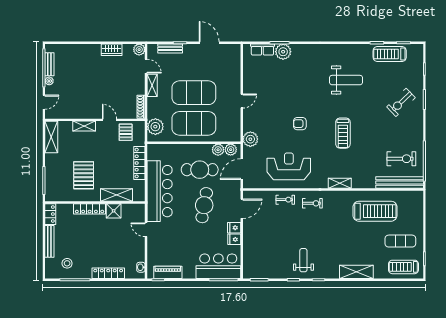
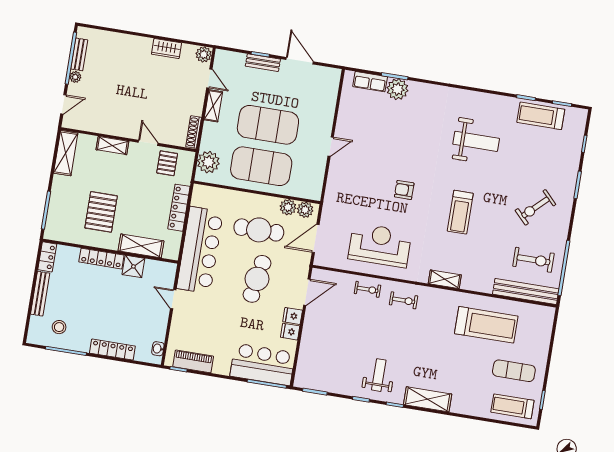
bench: (170, 48) -> (263, 63), moved
exercise bike: (401, 102) -> (535, 207), moved
plant: (250, 139) -> (334, 200), removed
shelving: (356, 272) -> (428, 399), moved

